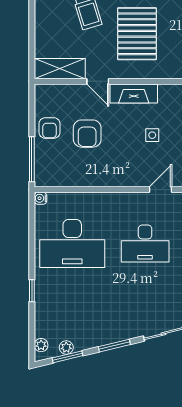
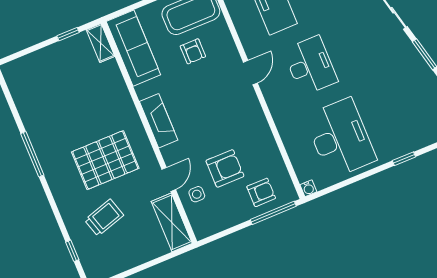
fireplace: (134, 94) -> (159, 121), moved
armchair: (50, 128) -> (261, 192), moved
side table: (152, 135) -> (197, 194), moved
door: (160, 190) -> (250, 73), swing flipped

